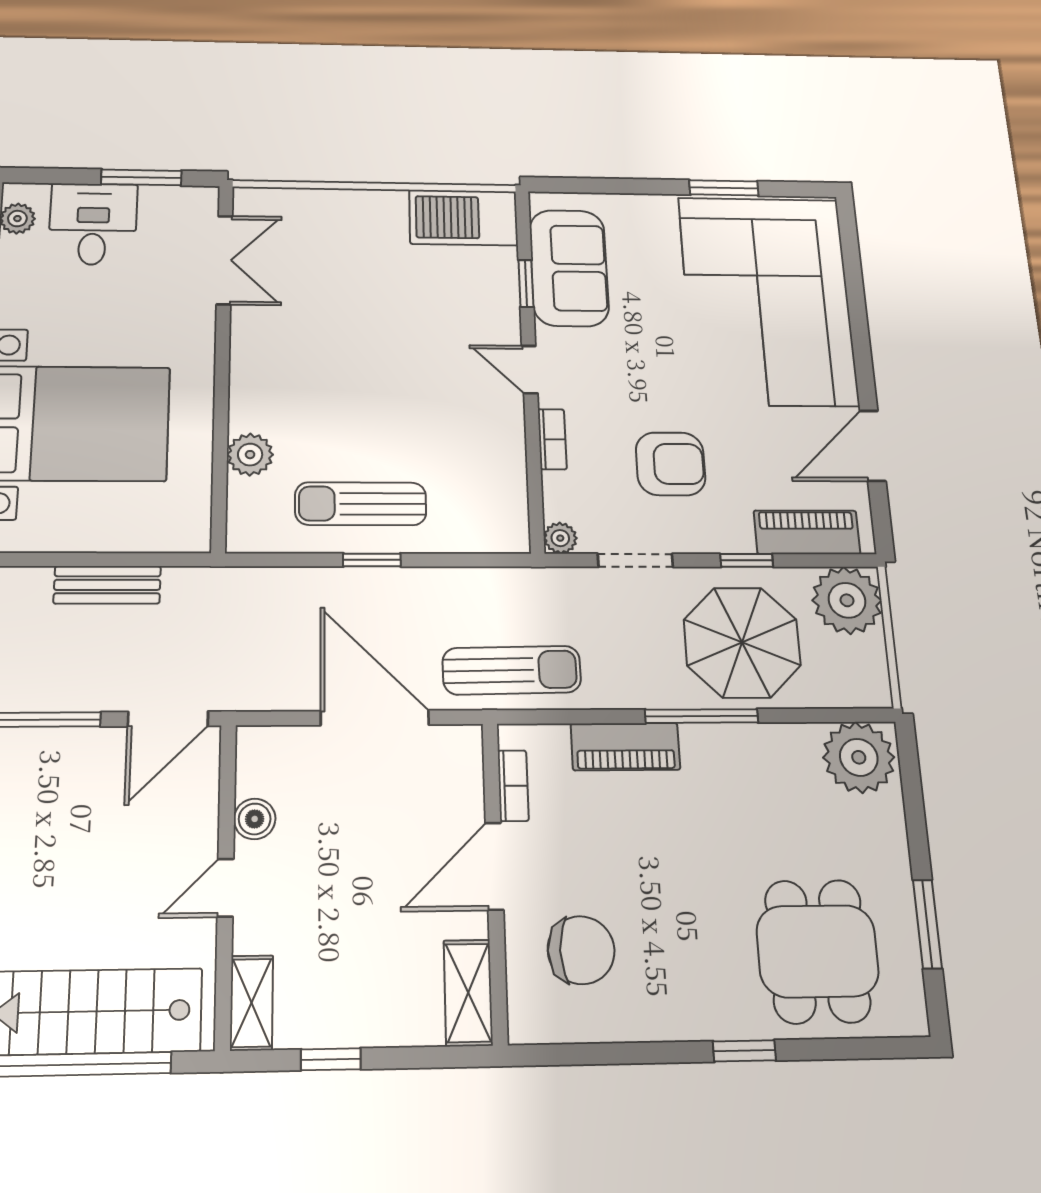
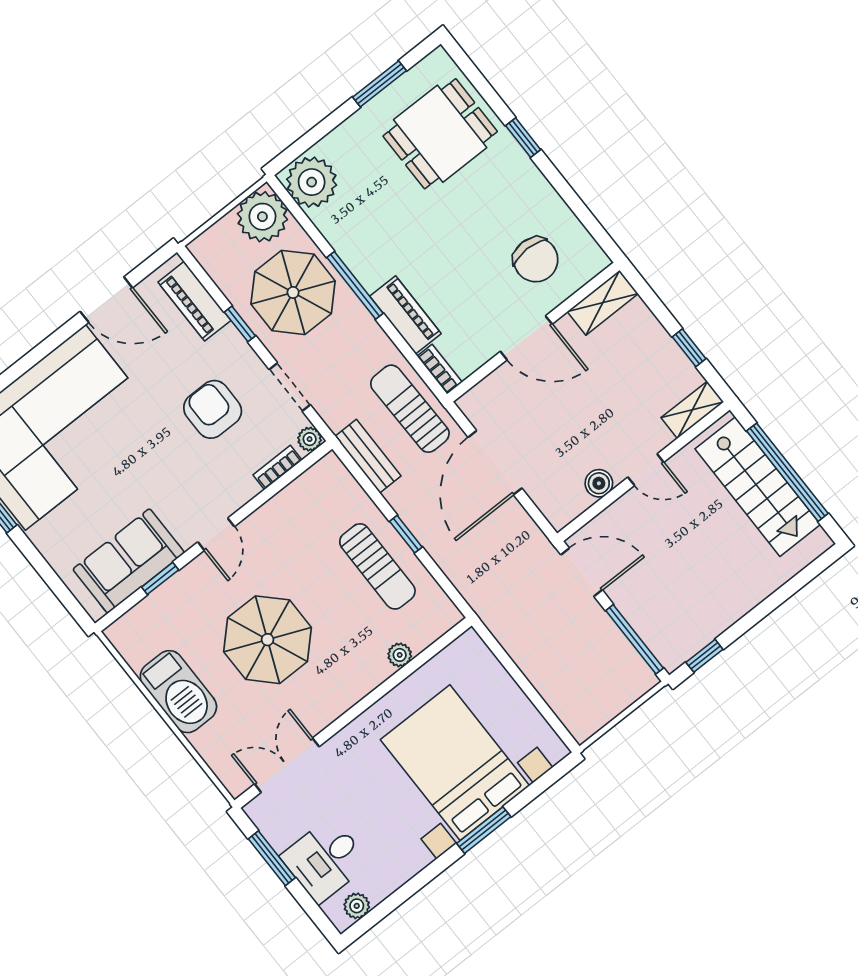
barbecue: (463, 217) -> (178, 692), moved
parasol: (374, 337) -> (268, 640), added
bookcase: (552, 439) -> (278, 467), moved
plant: (250, 455) -> (400, 655), width x0.73, depth x0.73
bench: (107, 585) -> (368, 456), moved
plant: (847, 600) -> (262, 217), moved
bookcase: (513, 786) -> (440, 369), moved, turned 90
chair: (581, 950) -> (536, 260), turned 180

